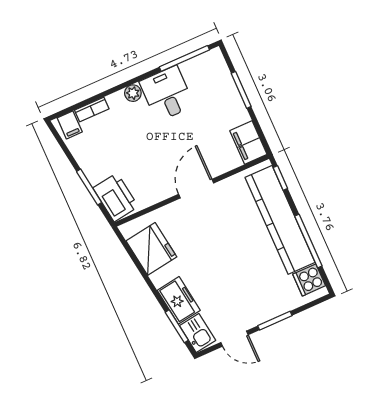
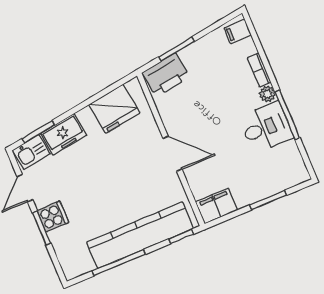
window: (184, 58) -> (287, 115), moved
bookcase: (92, 109) -> (259, 70), moved
cooker: (309, 280) -> (53, 216), moved, turned 90

